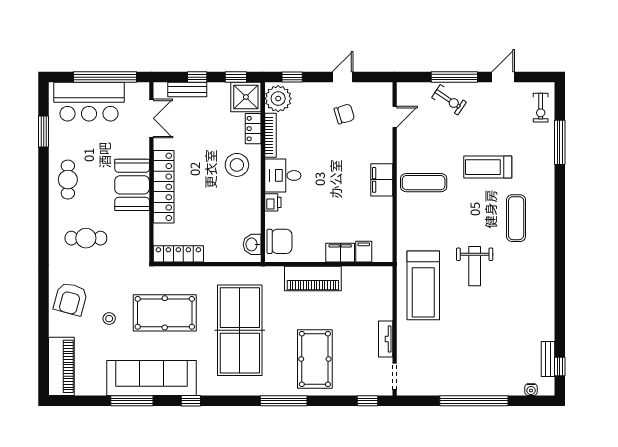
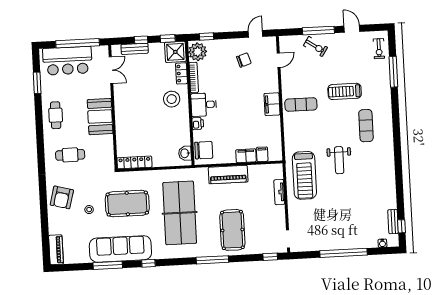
door: (343, 77) -> (255, 34), moved
door: (503, 77) -> (352, 29), hinge flipped
locker: (164, 187) -> (122, 117), removed
tv unit: (386, 339) -> (279, 192), moved
piano: (61, 366) -> (56, 250), width x0.73, depth x0.75

